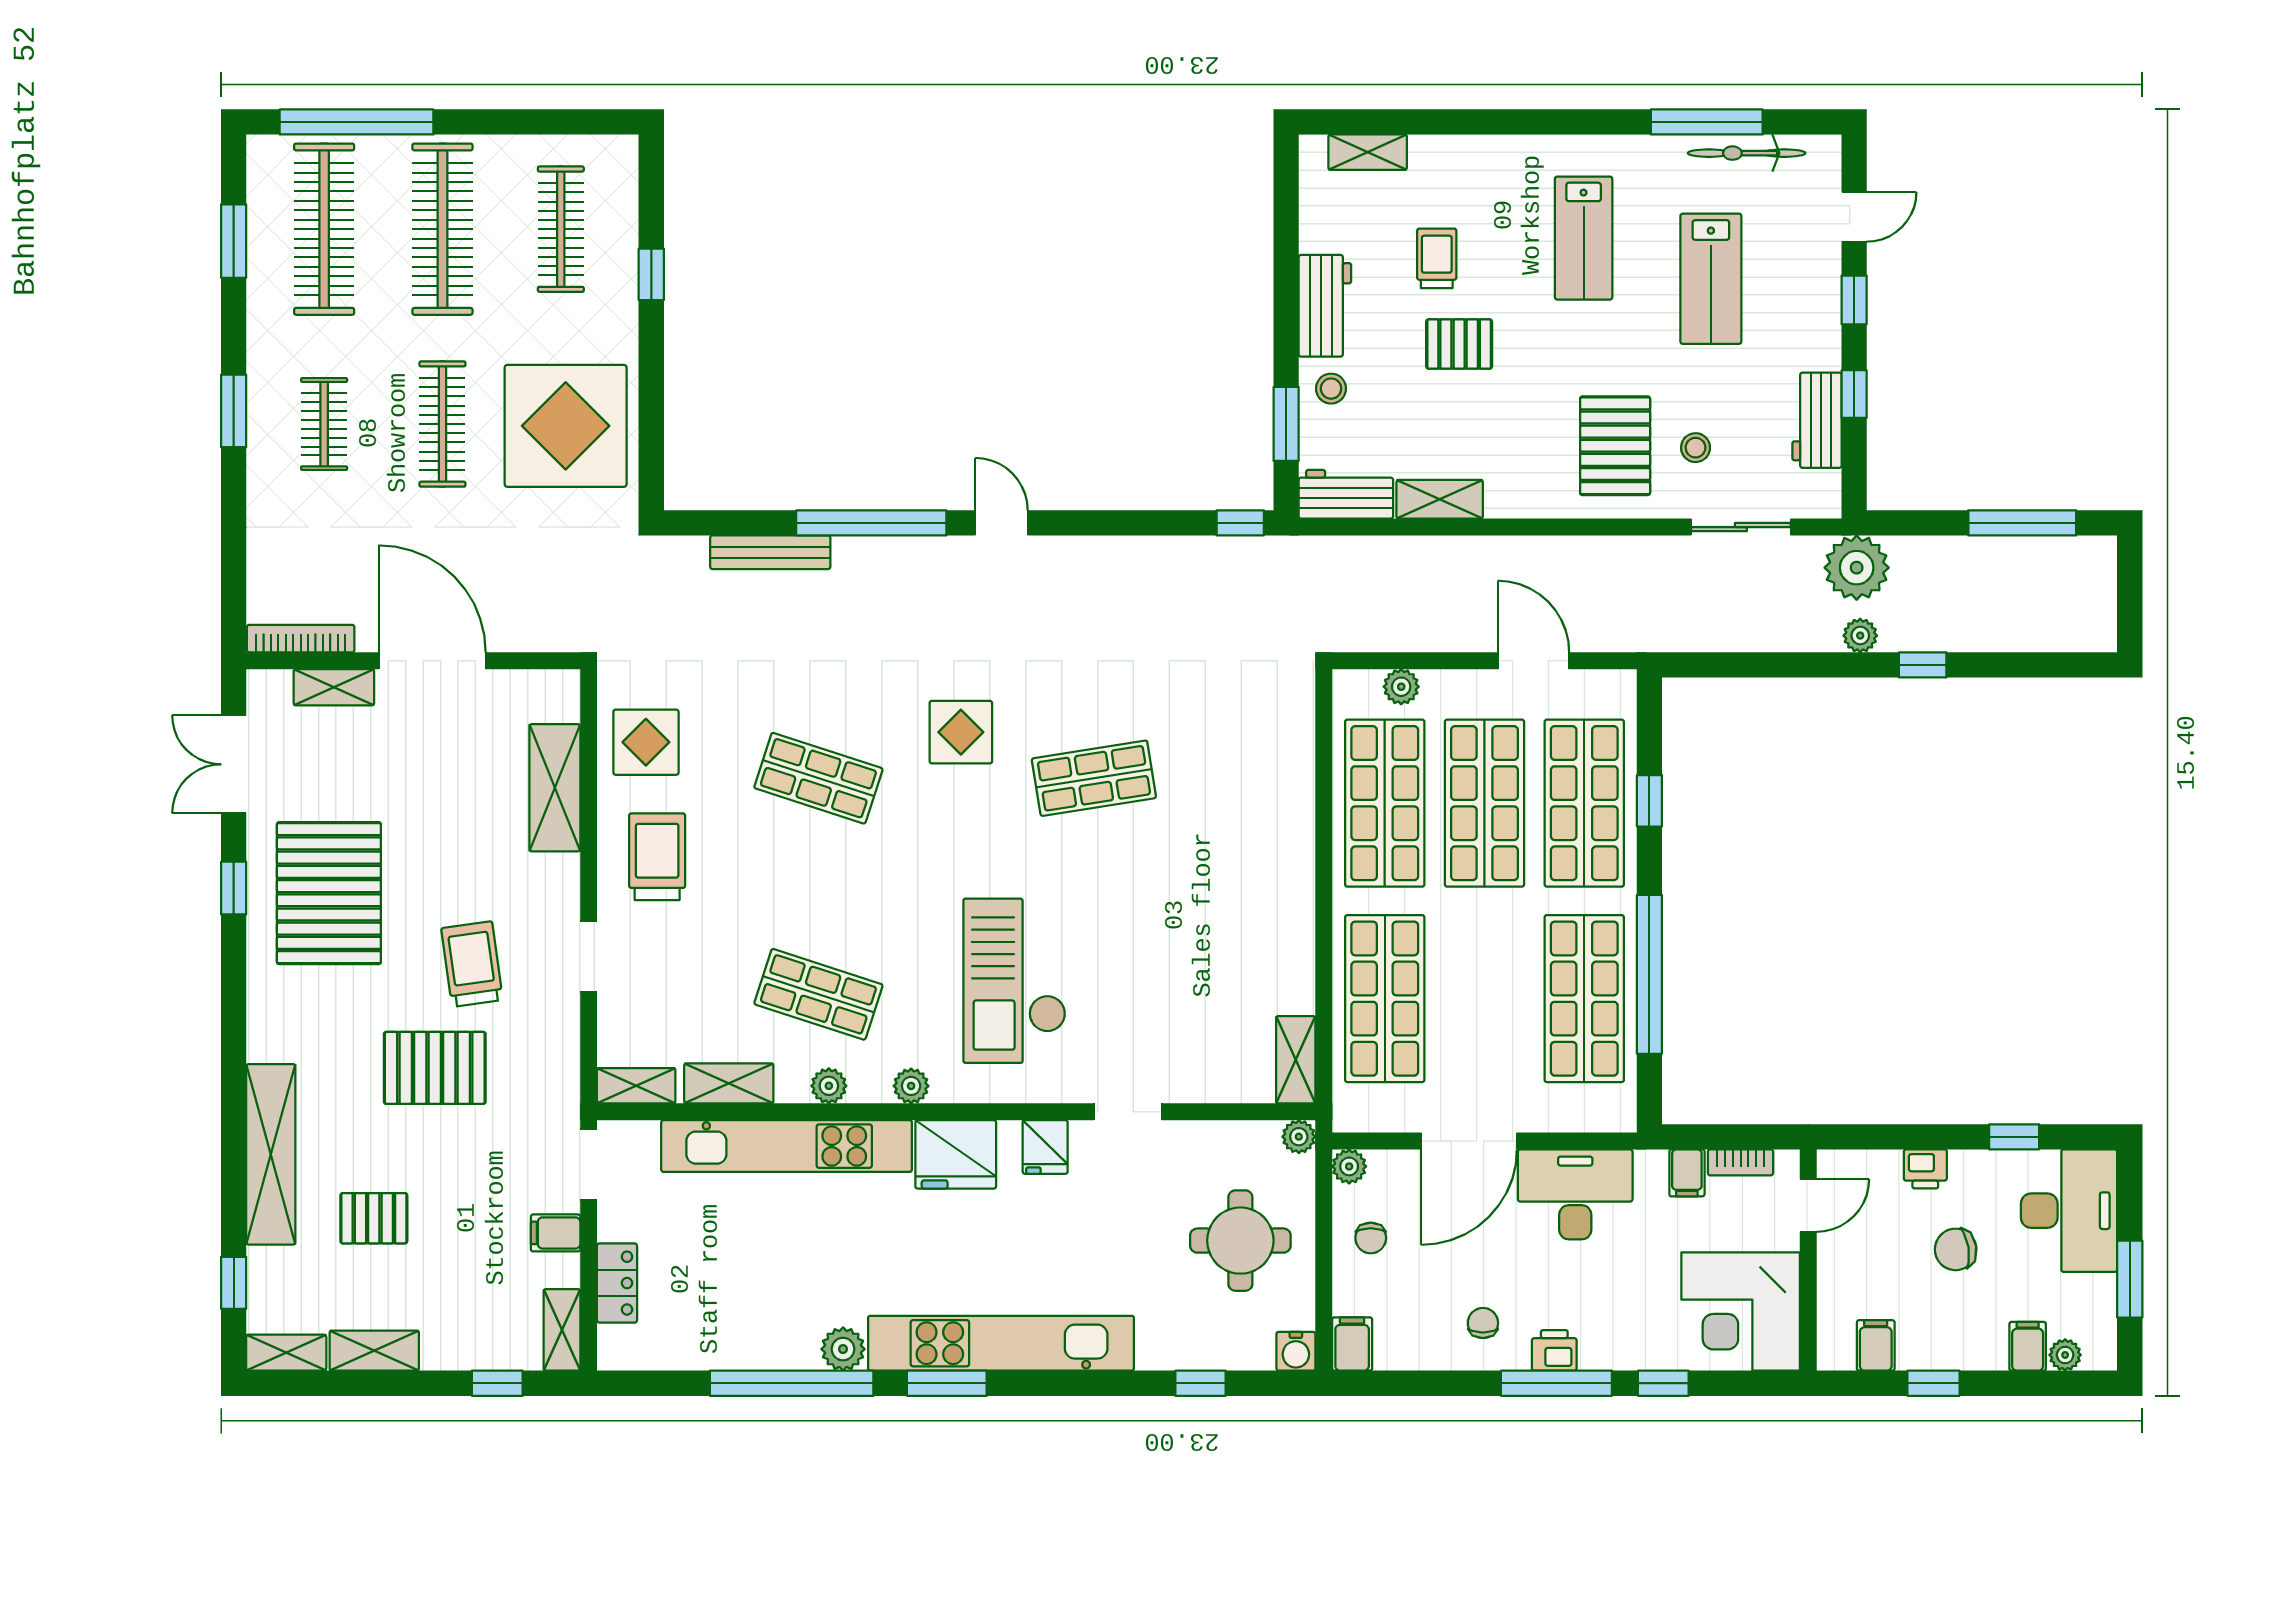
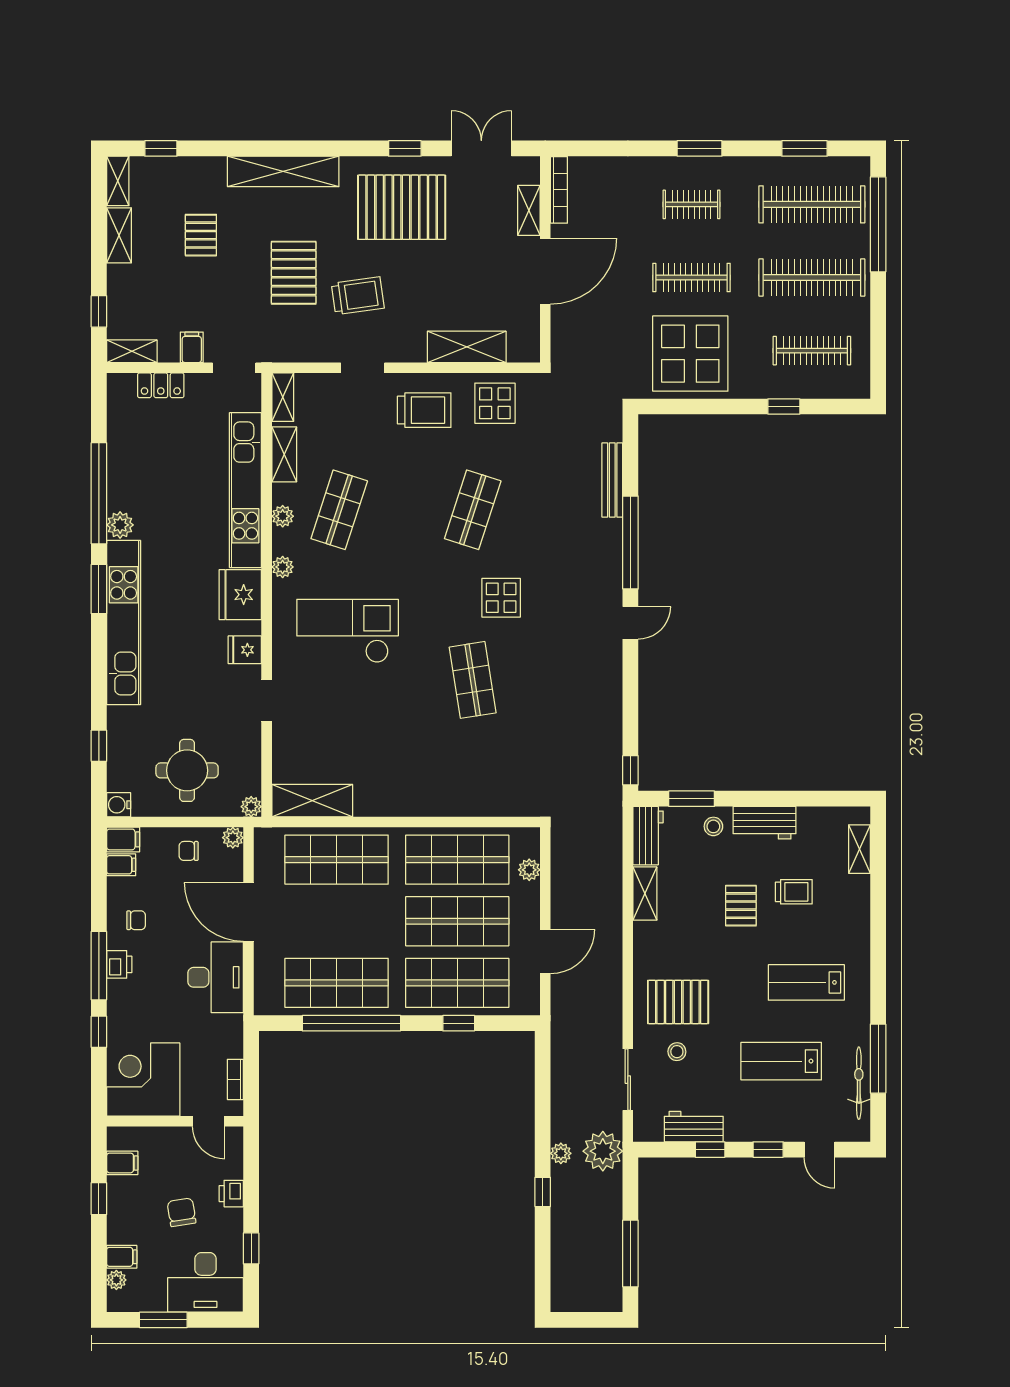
shelving: (1296, 1060) -> (312, 801), width x1.50, depth x1.33
shelving: (271, 1154) -> (283, 171), moved
filing cabinet: (1687, 1173) -> (121, 865), moved, turned 180

